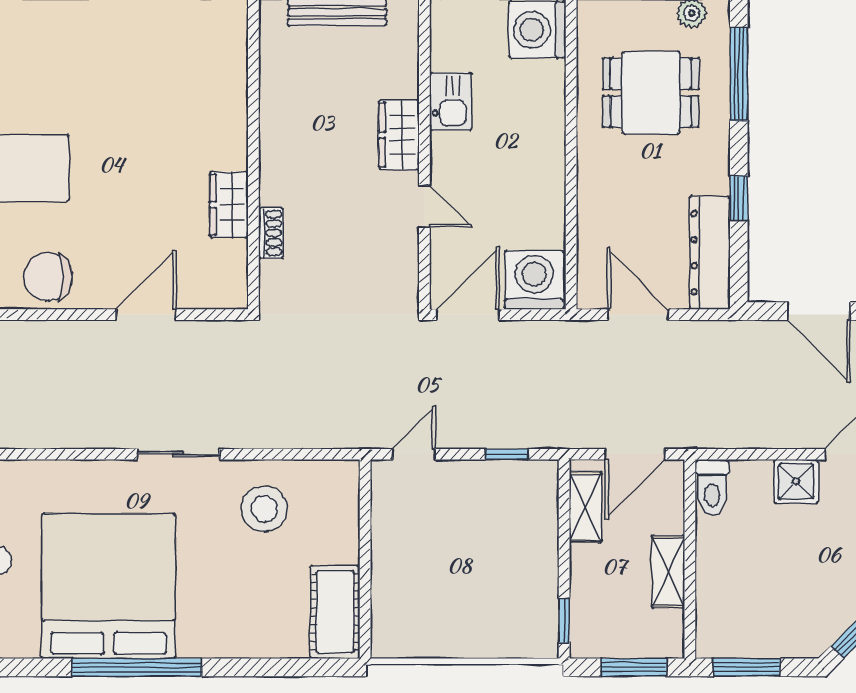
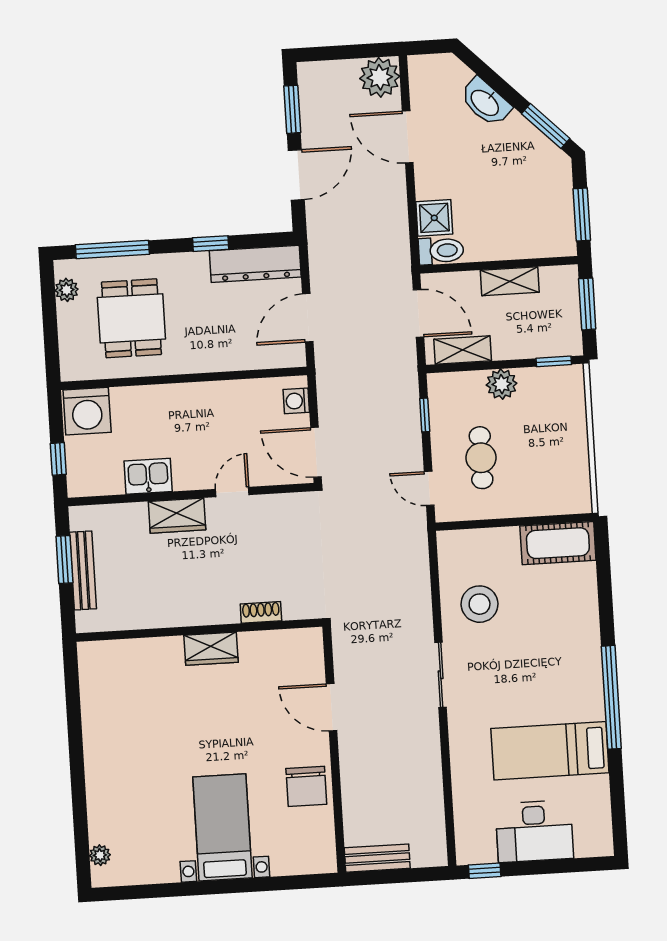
wardrobe: (229, 205) -> (211, 649), moved
washing machine: (534, 280) -> (296, 401), width x0.53, depth x0.53
shower: (796, 481) -> (434, 218), moved
cafe table: (448, 522) -> (481, 458), added
plant: (539, 553) -> (502, 384), added
bed: (109, 586) -> (550, 751), width x0.49

